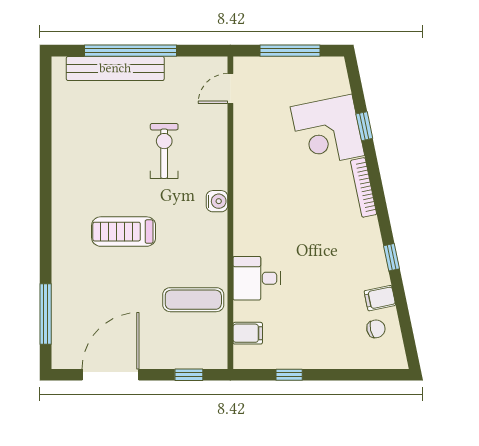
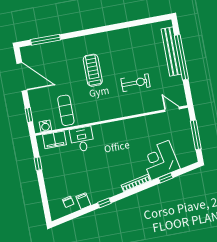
water cooler: (217, 201) -> (45, 126), moved
filing cabinet: (248, 333) -> (54, 140), width x2.00

